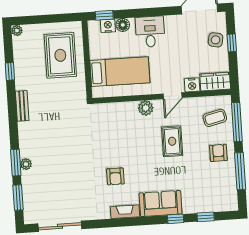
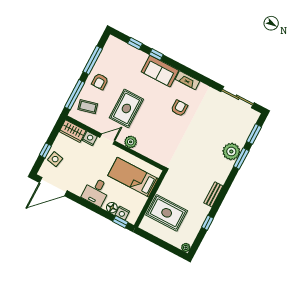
rug: (60, 55) -> (167, 213), turned 90
rug: (172, 141) -> (126, 108), width x1.36, depth x1.43
plant: (26, 164) -> (231, 151), width x1.88, depth x1.88

